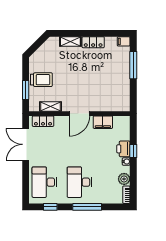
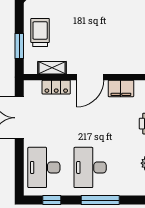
trolley: (41, 80) -> (40, 32), turned -90
locker: (43, 121) -> (56, 87), moved

